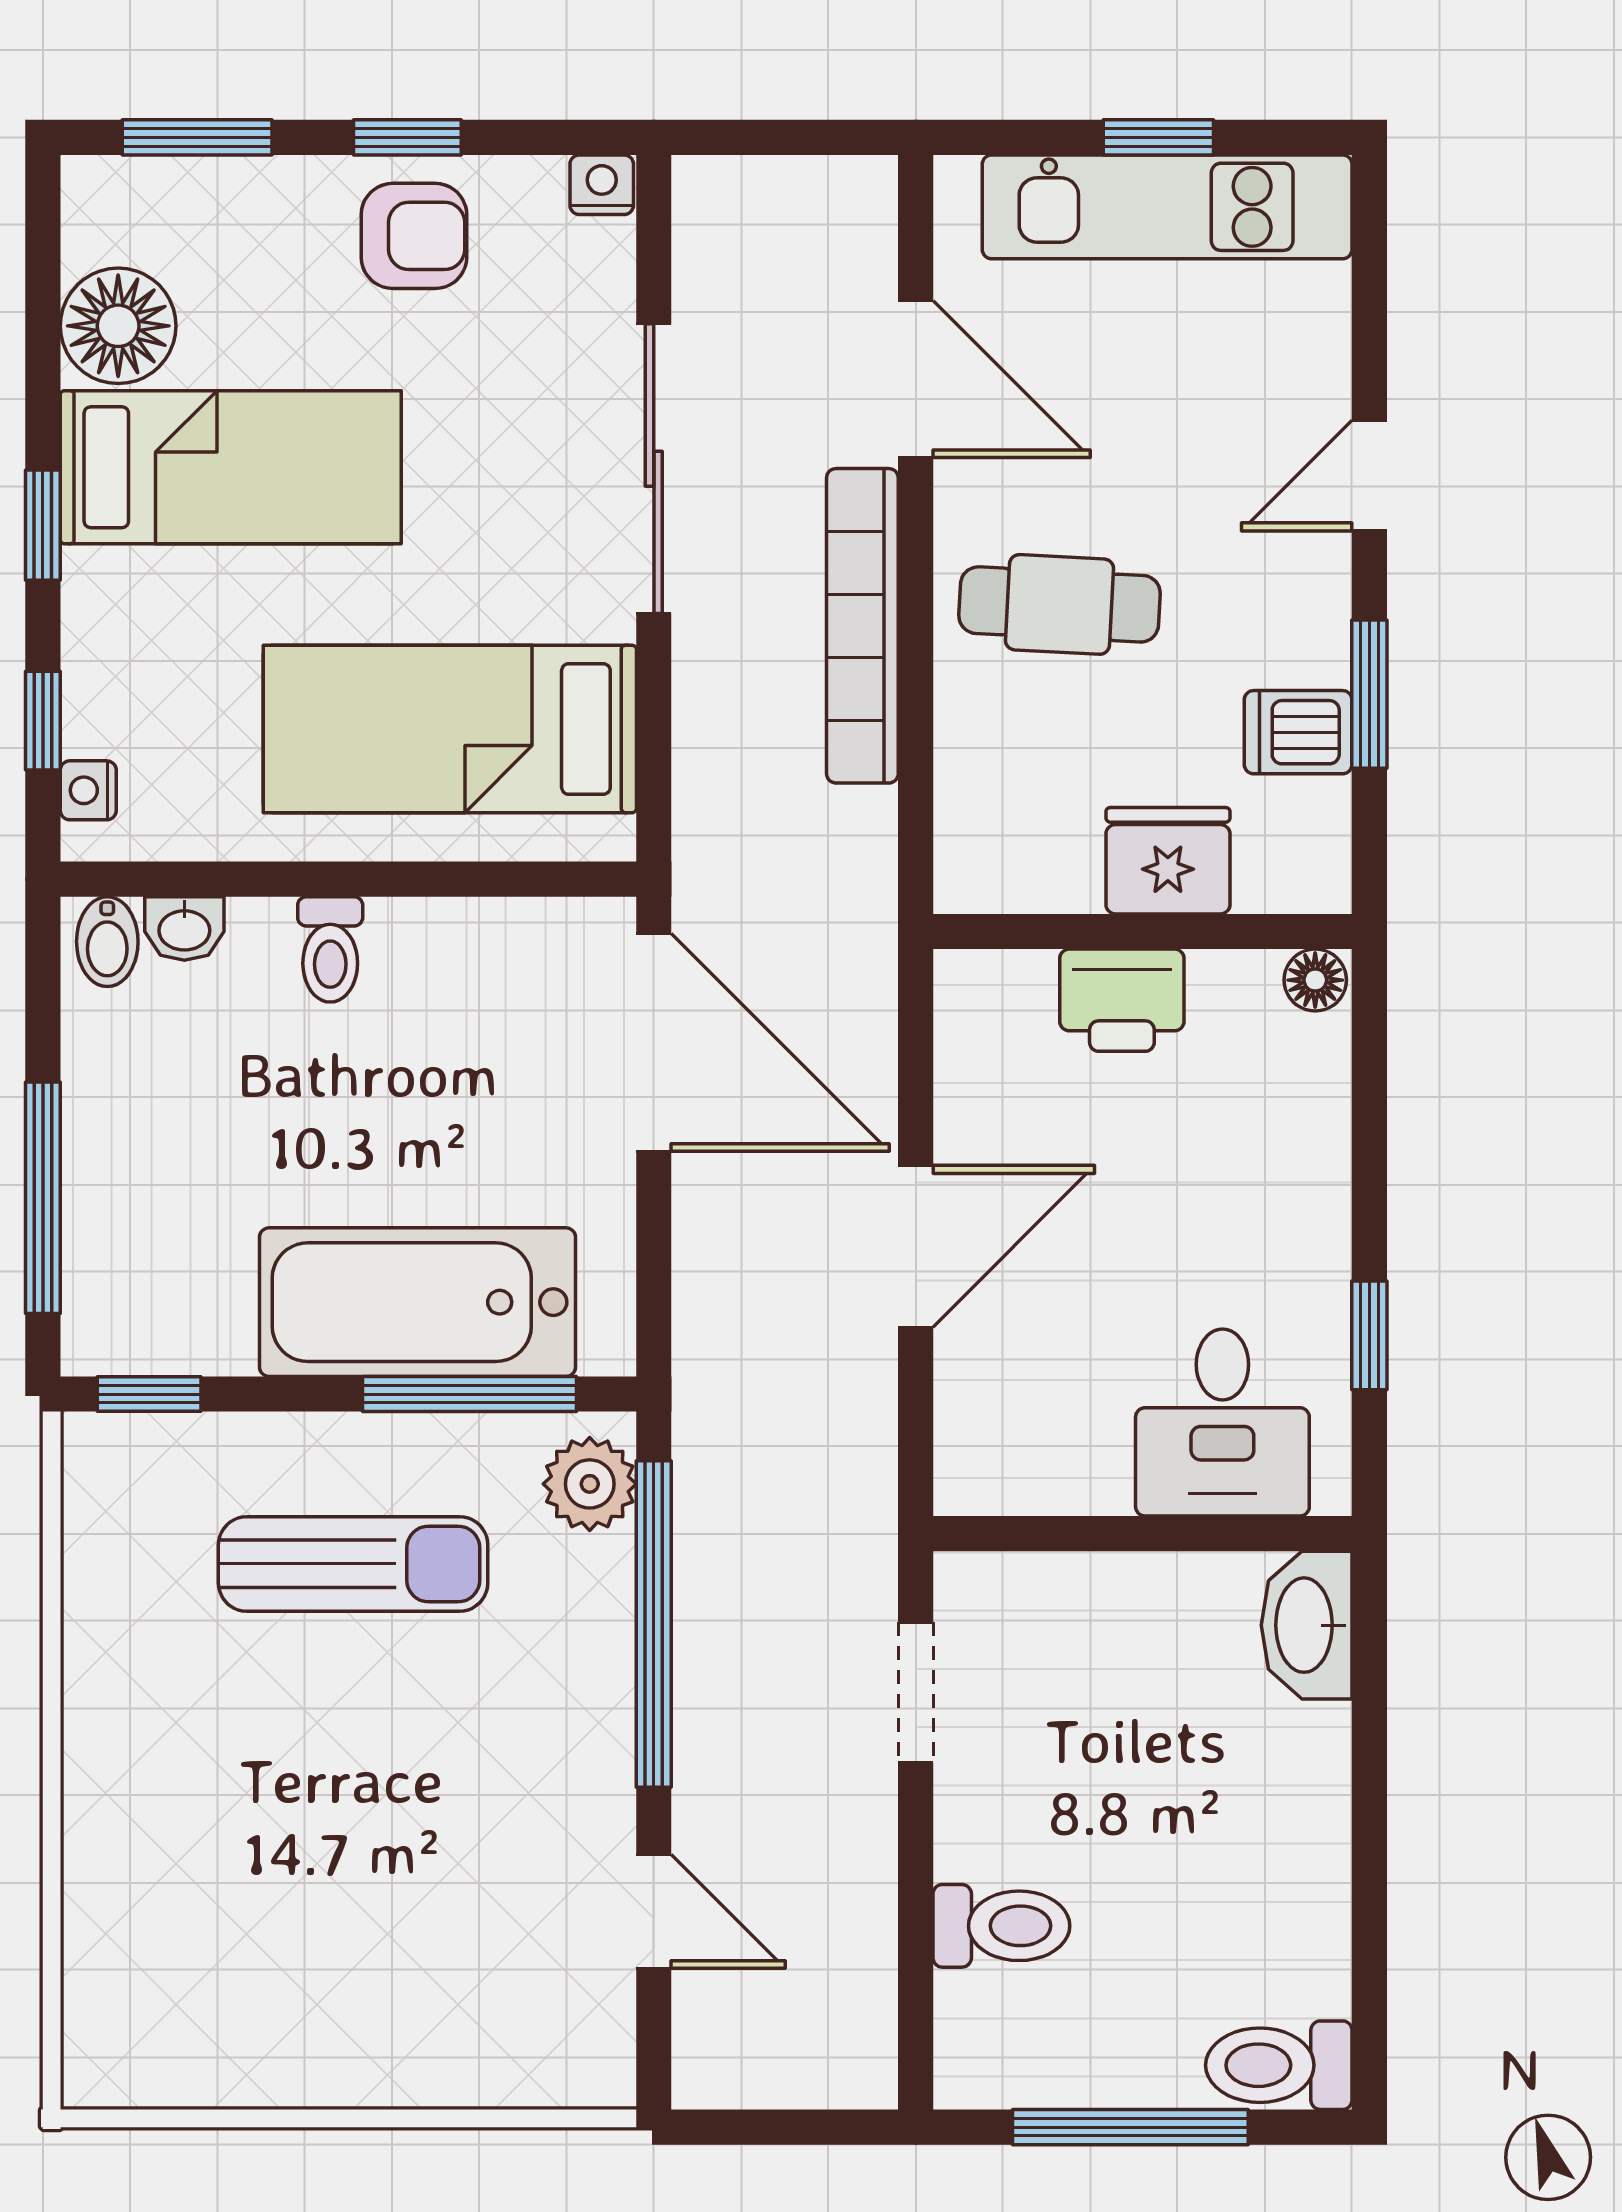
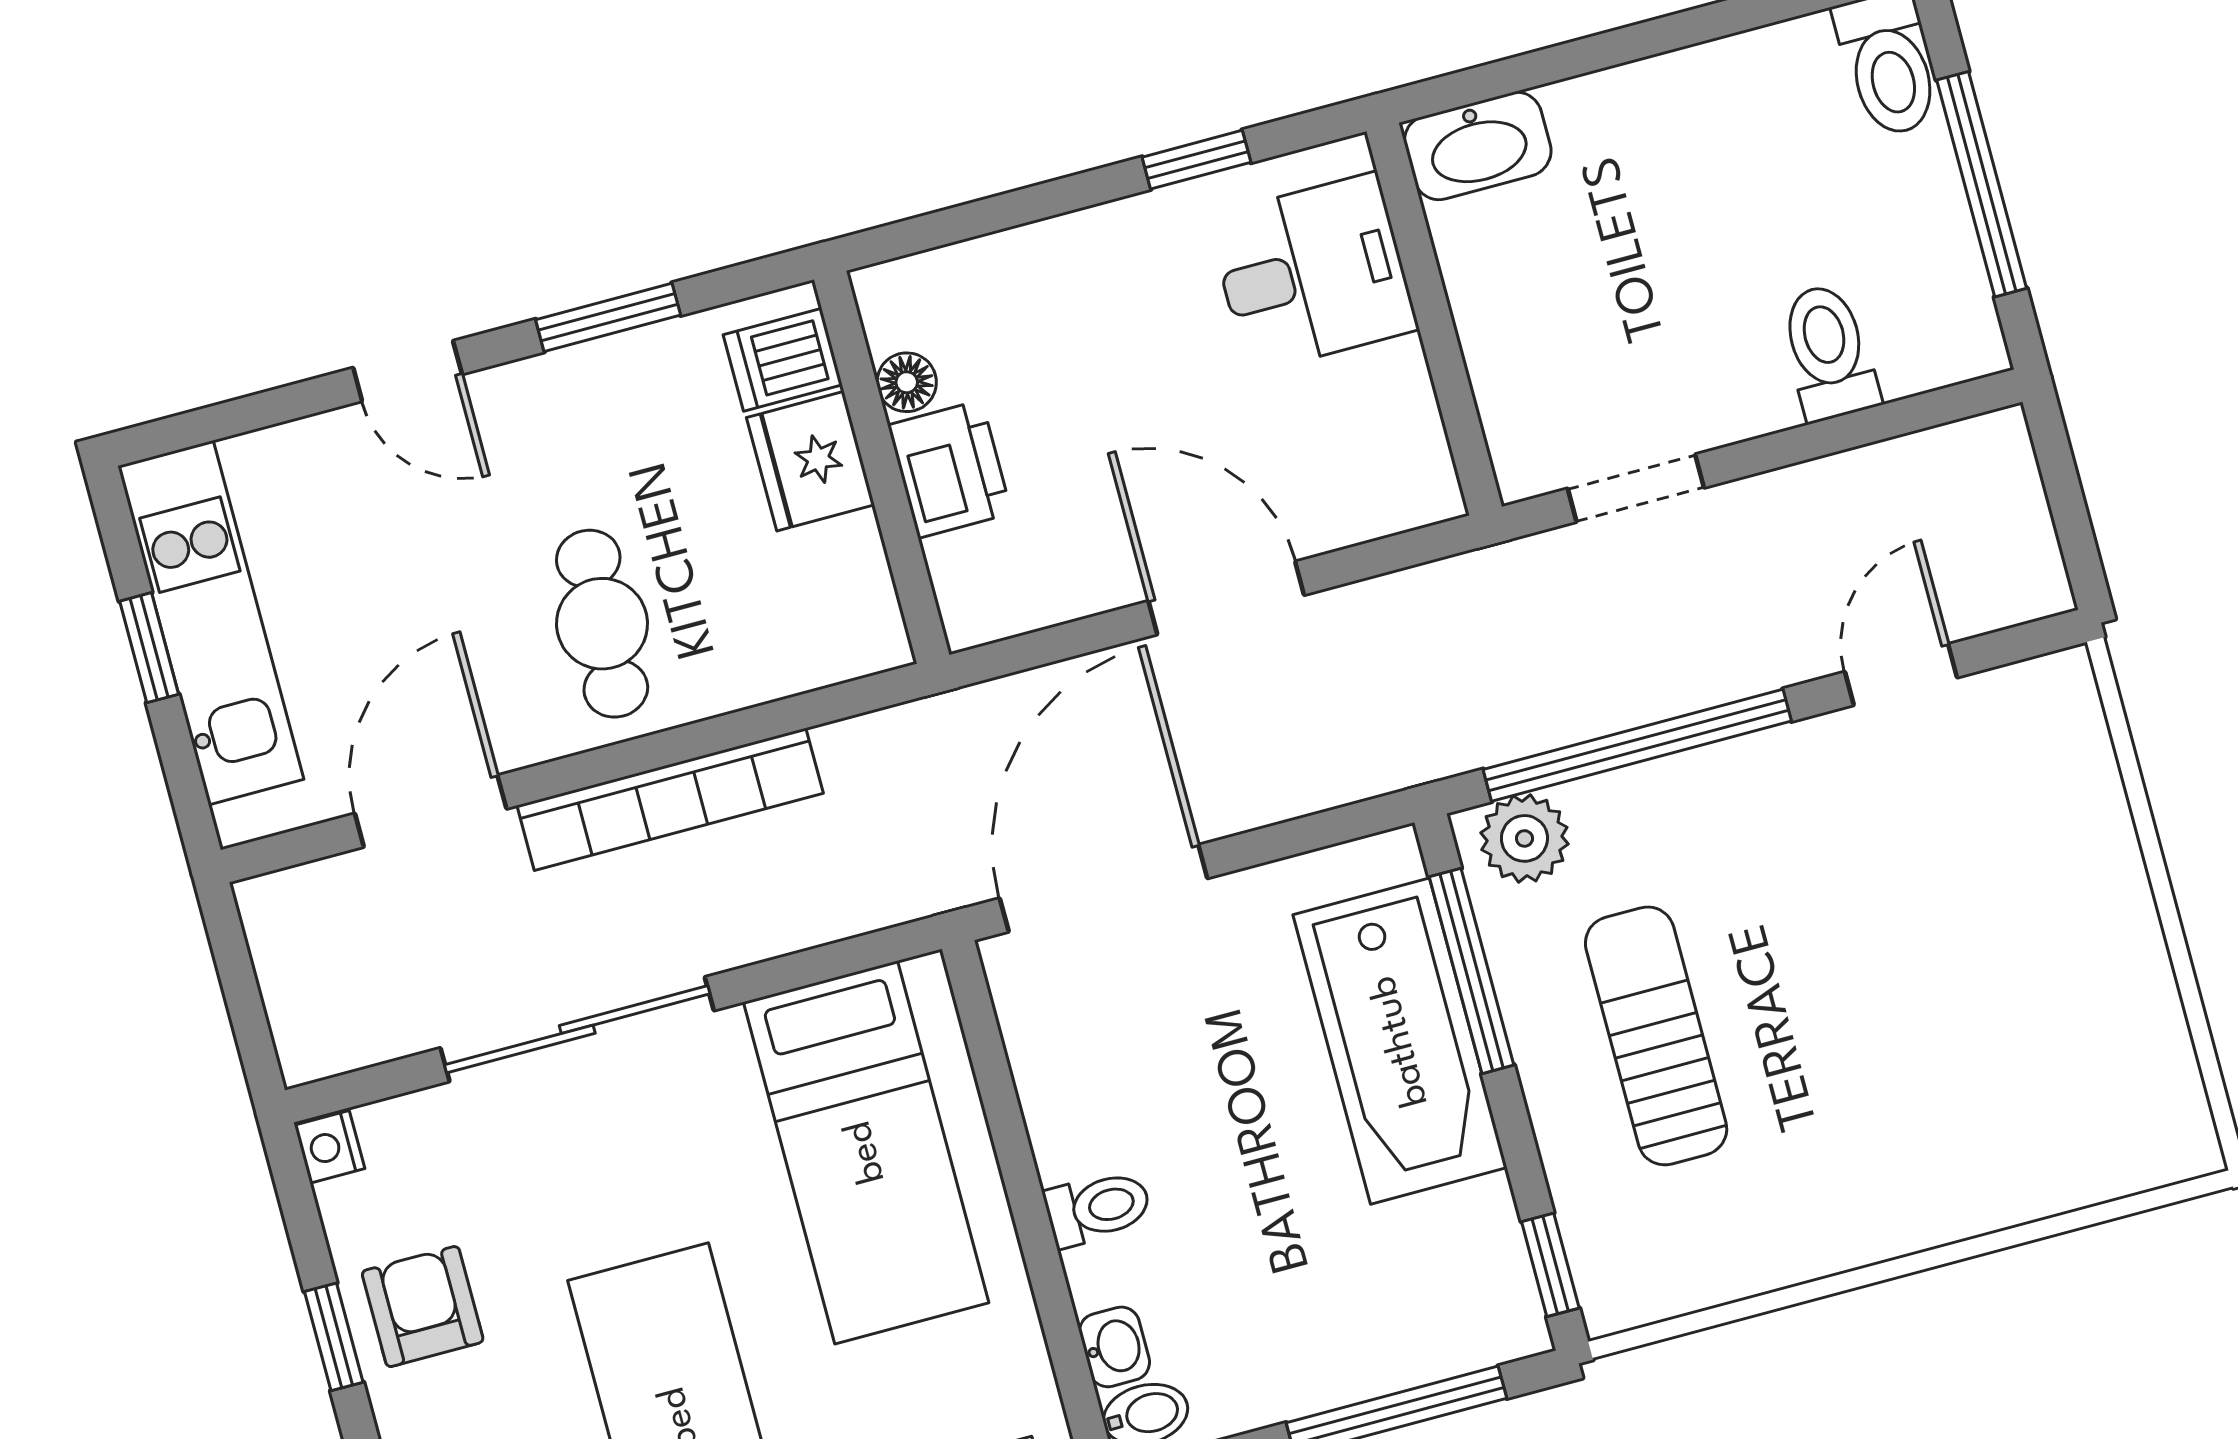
dishwasher: (1298, 732) -> (783, 360), moved, turned 90
floor lamp: (1315, 980) -> (907, 382), moved

